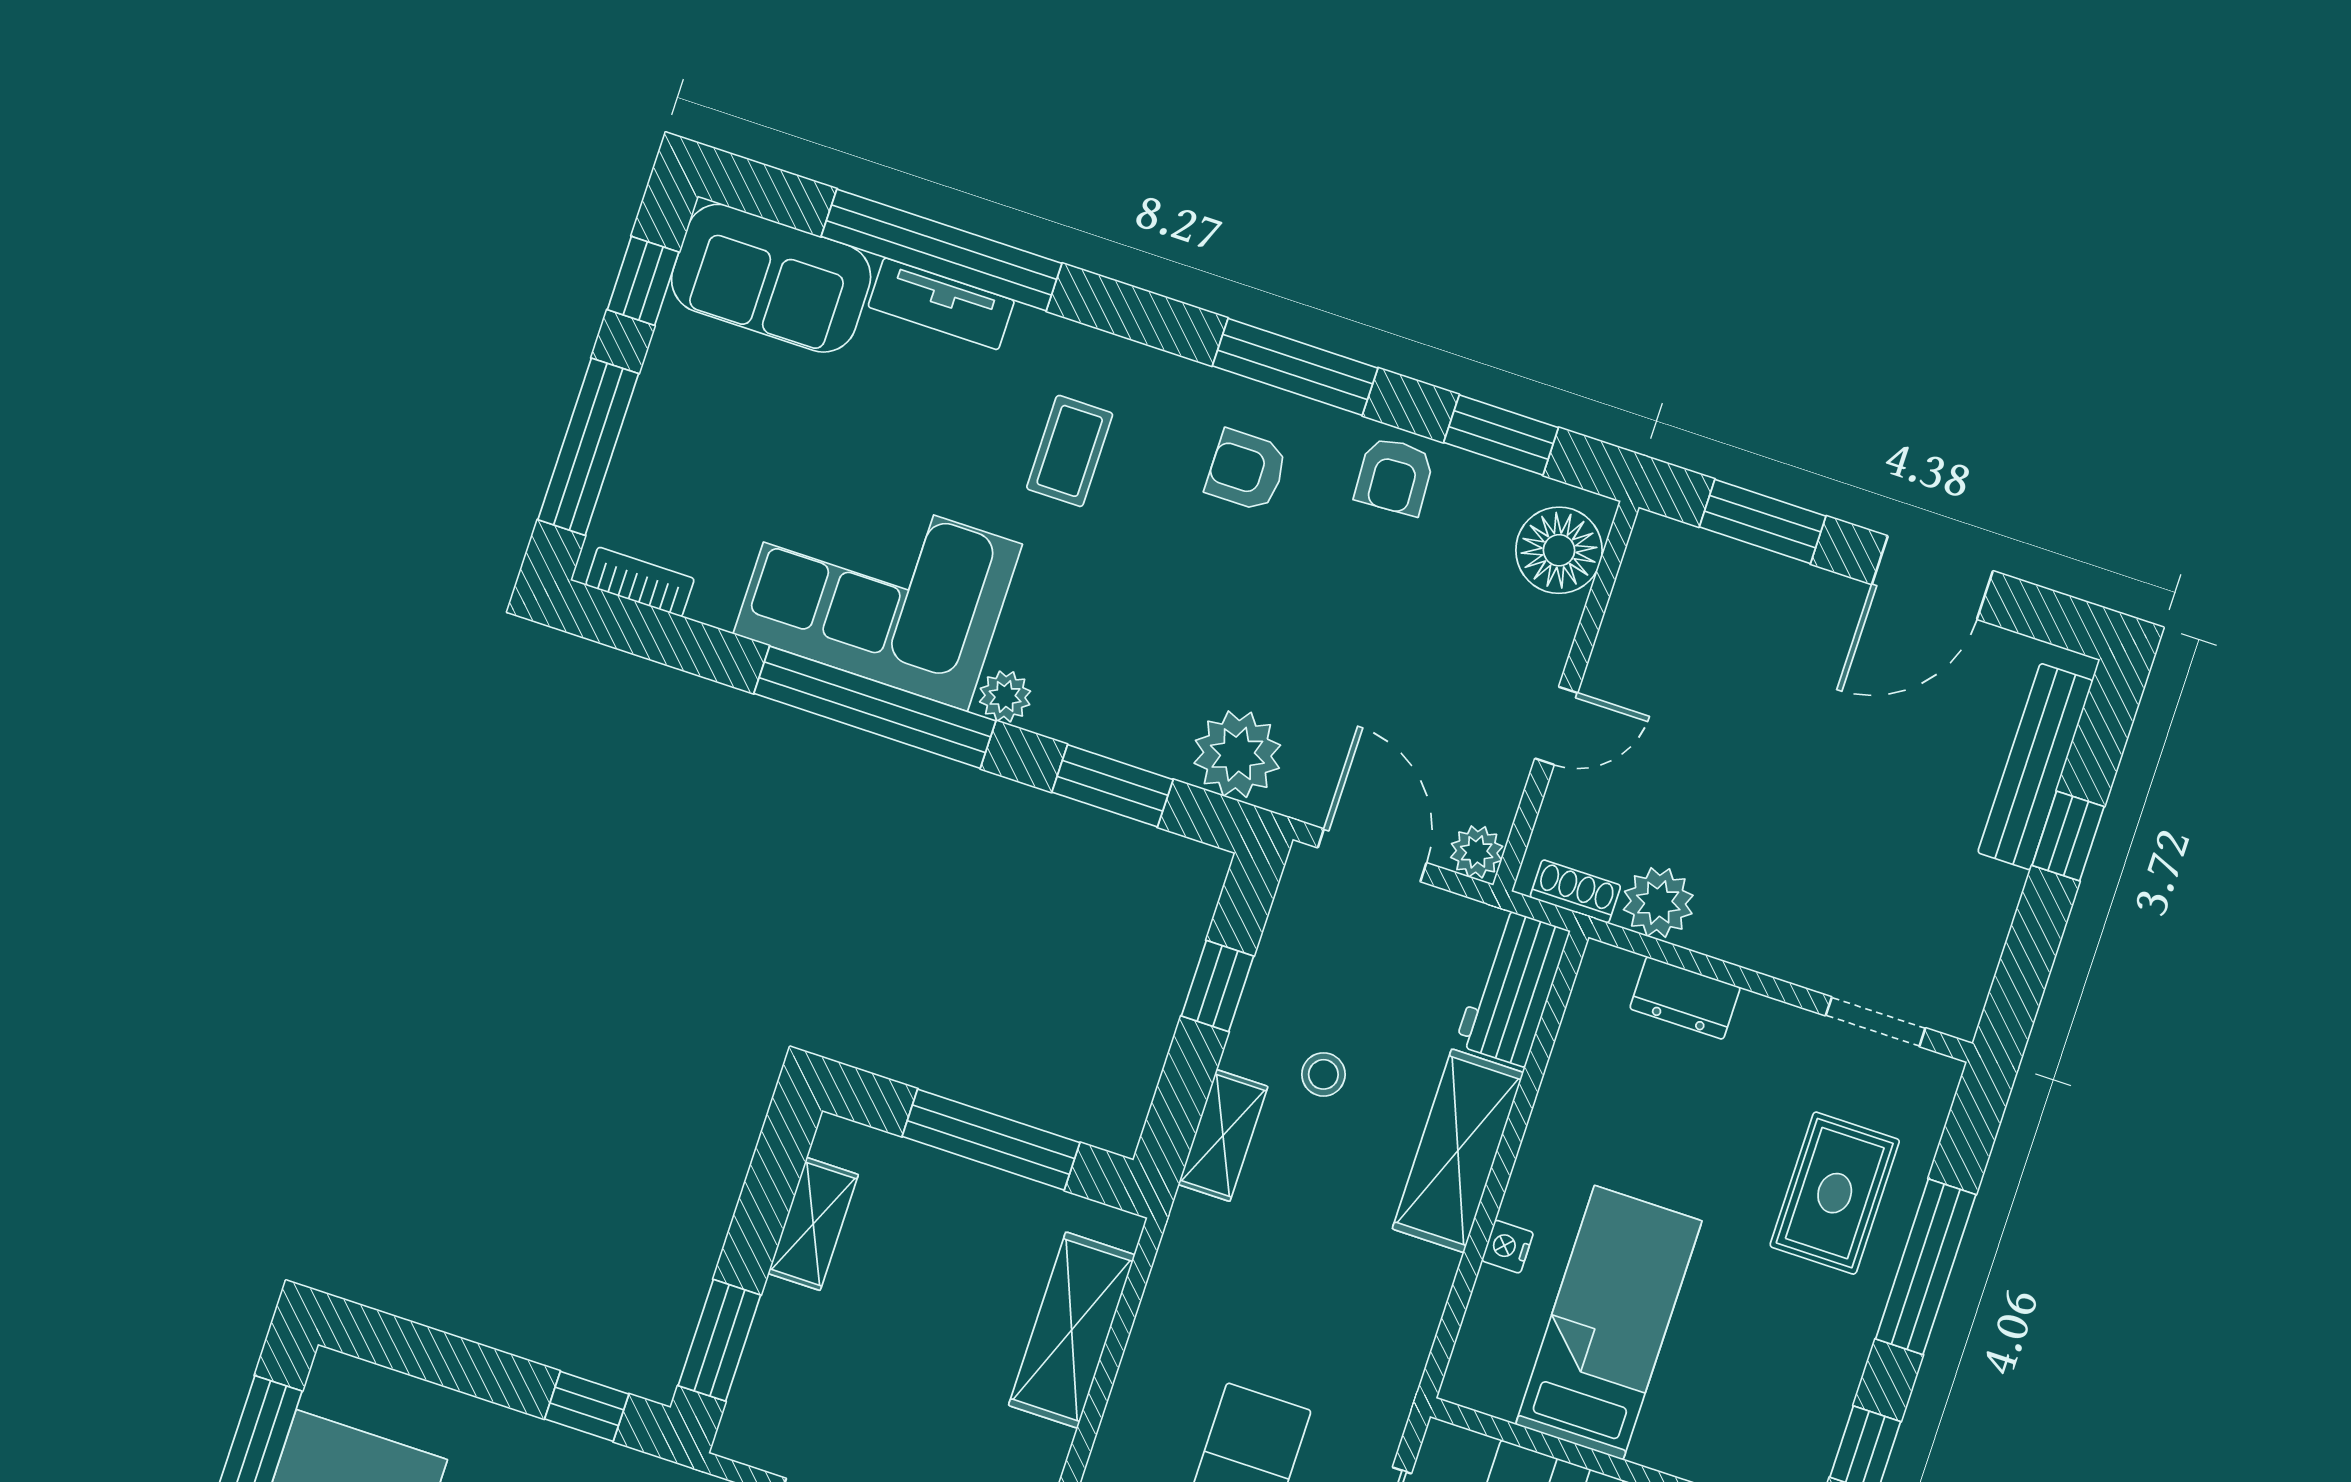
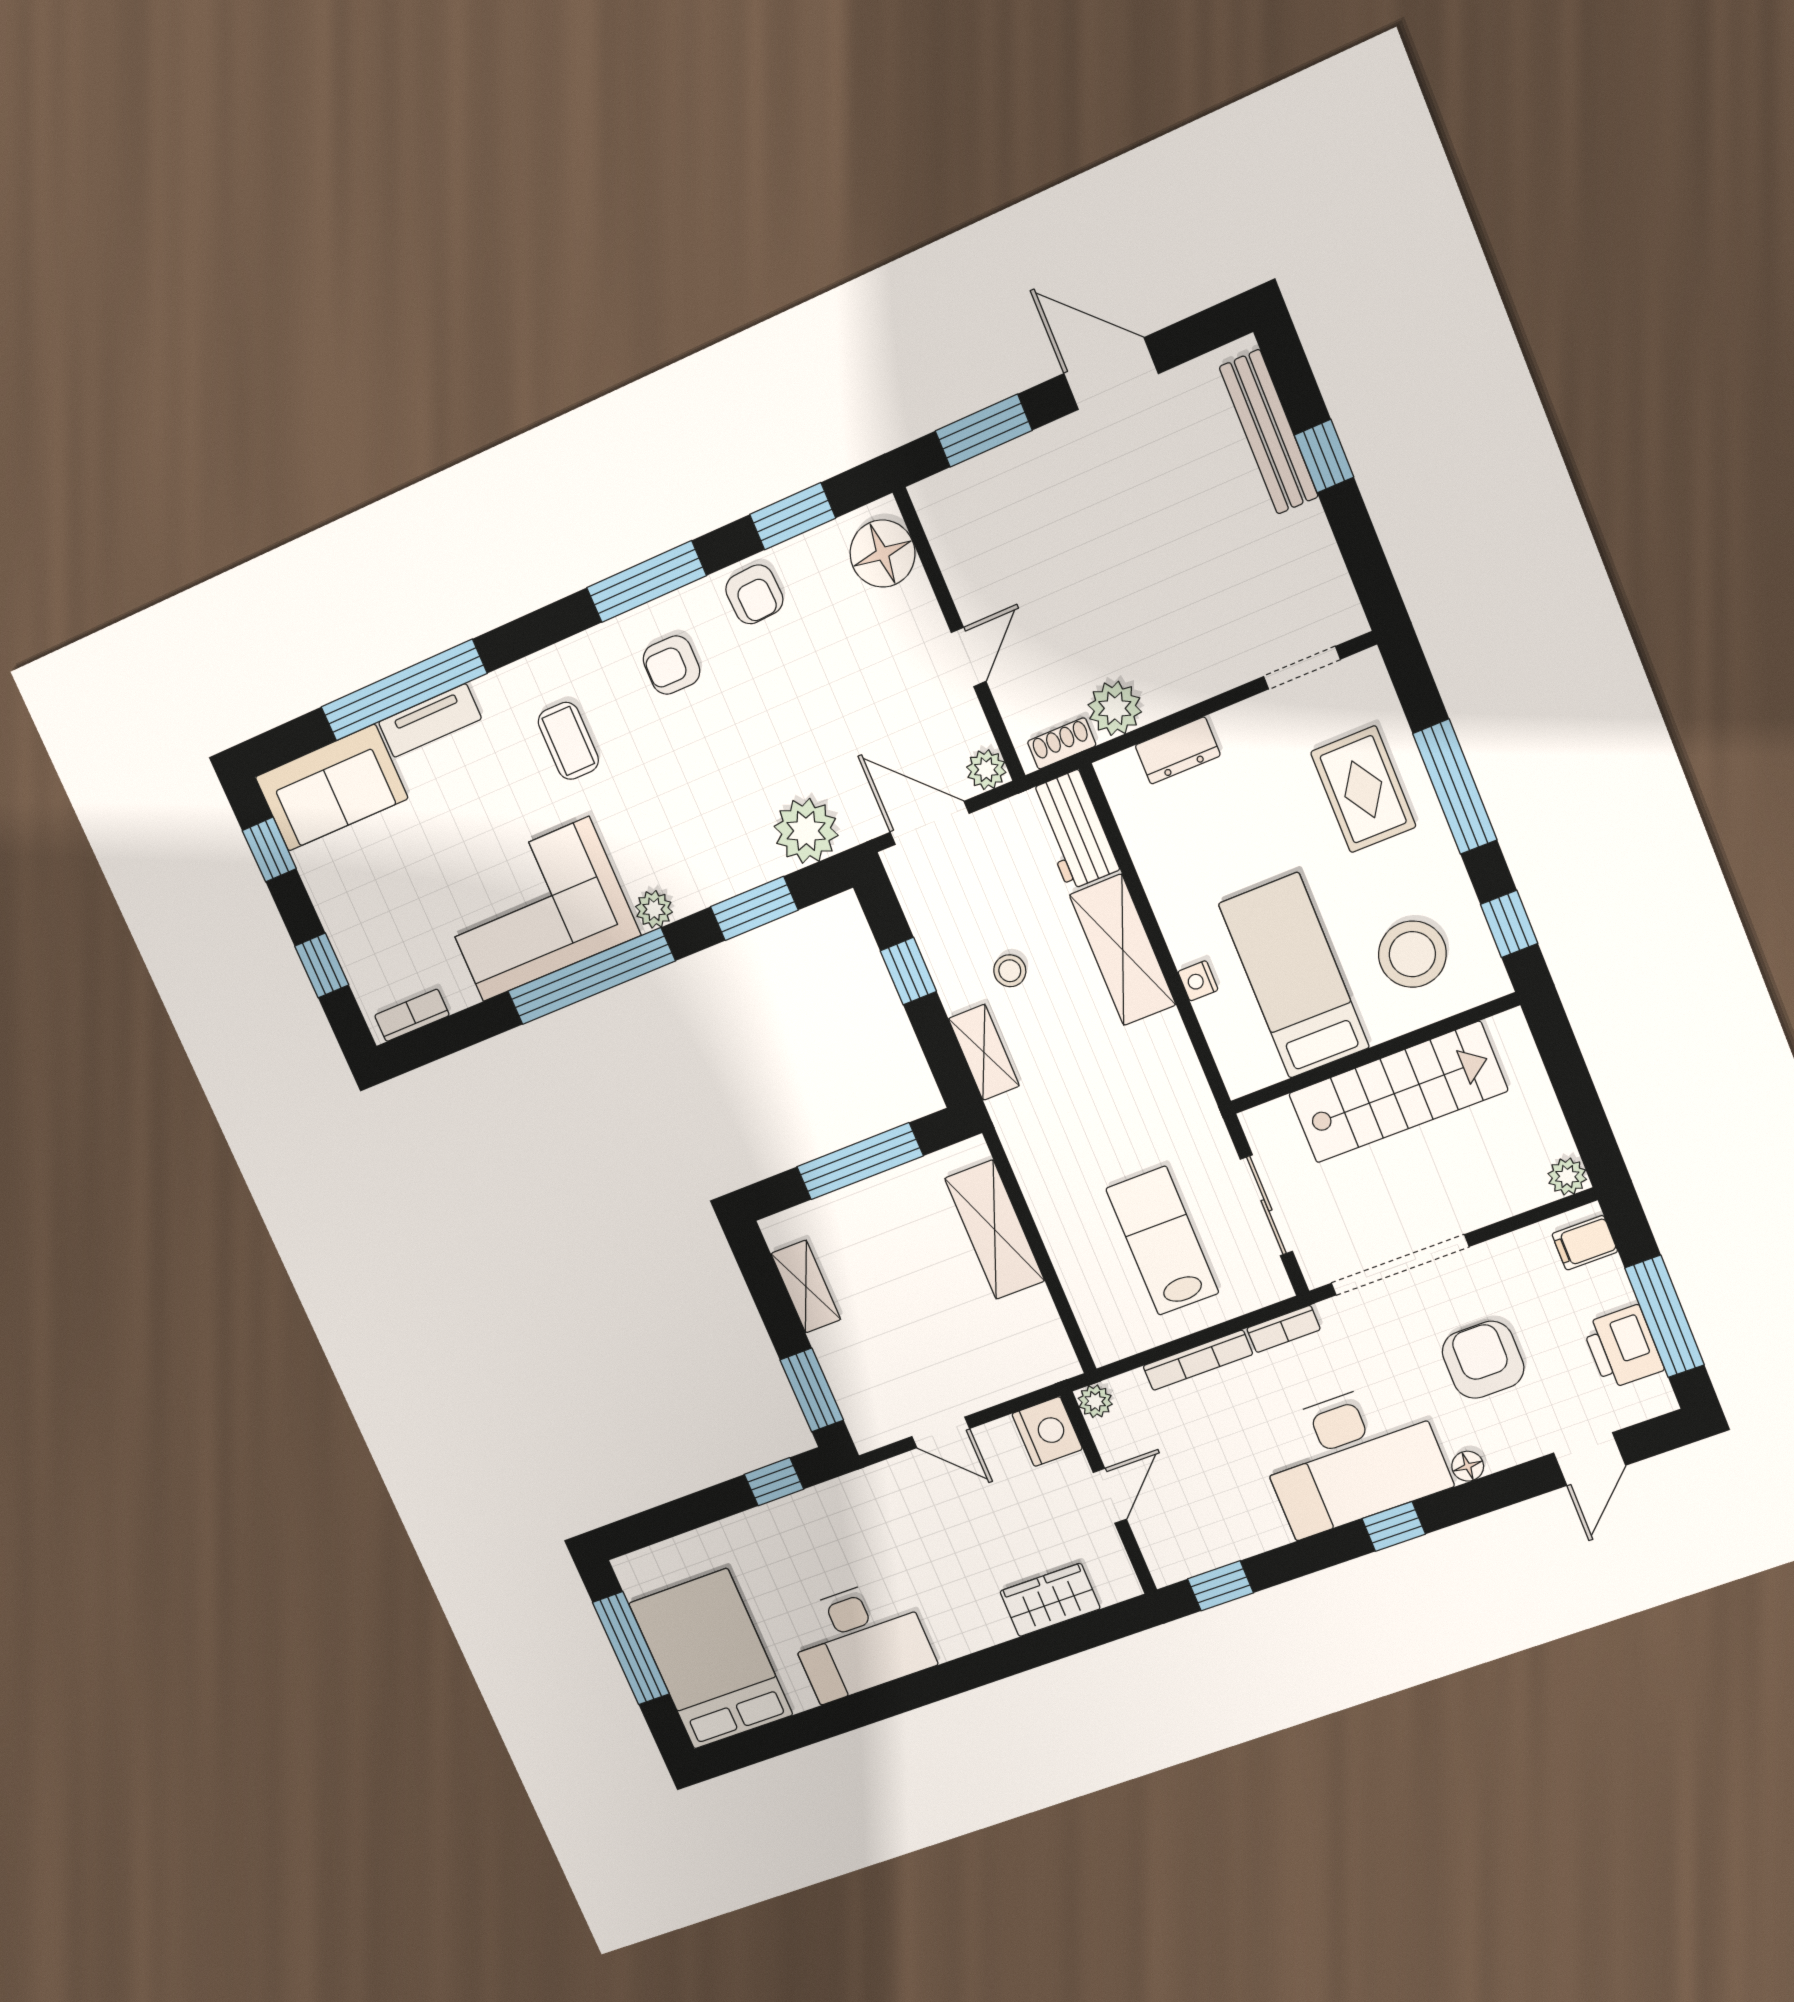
window: (588, 447) -> (322, 965), width x0.46
door: (1932, 578) -> (1111, 374), swing flipped
stool: (1745, 1400) -> (1412, 954), added

